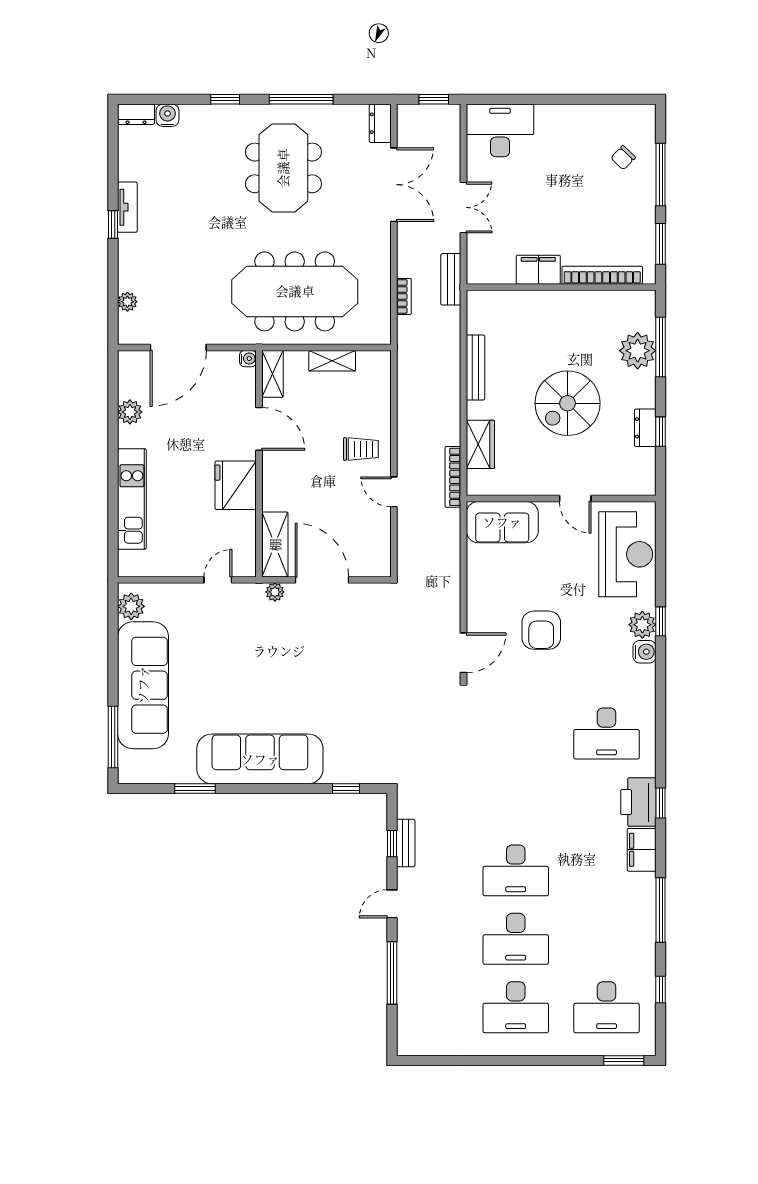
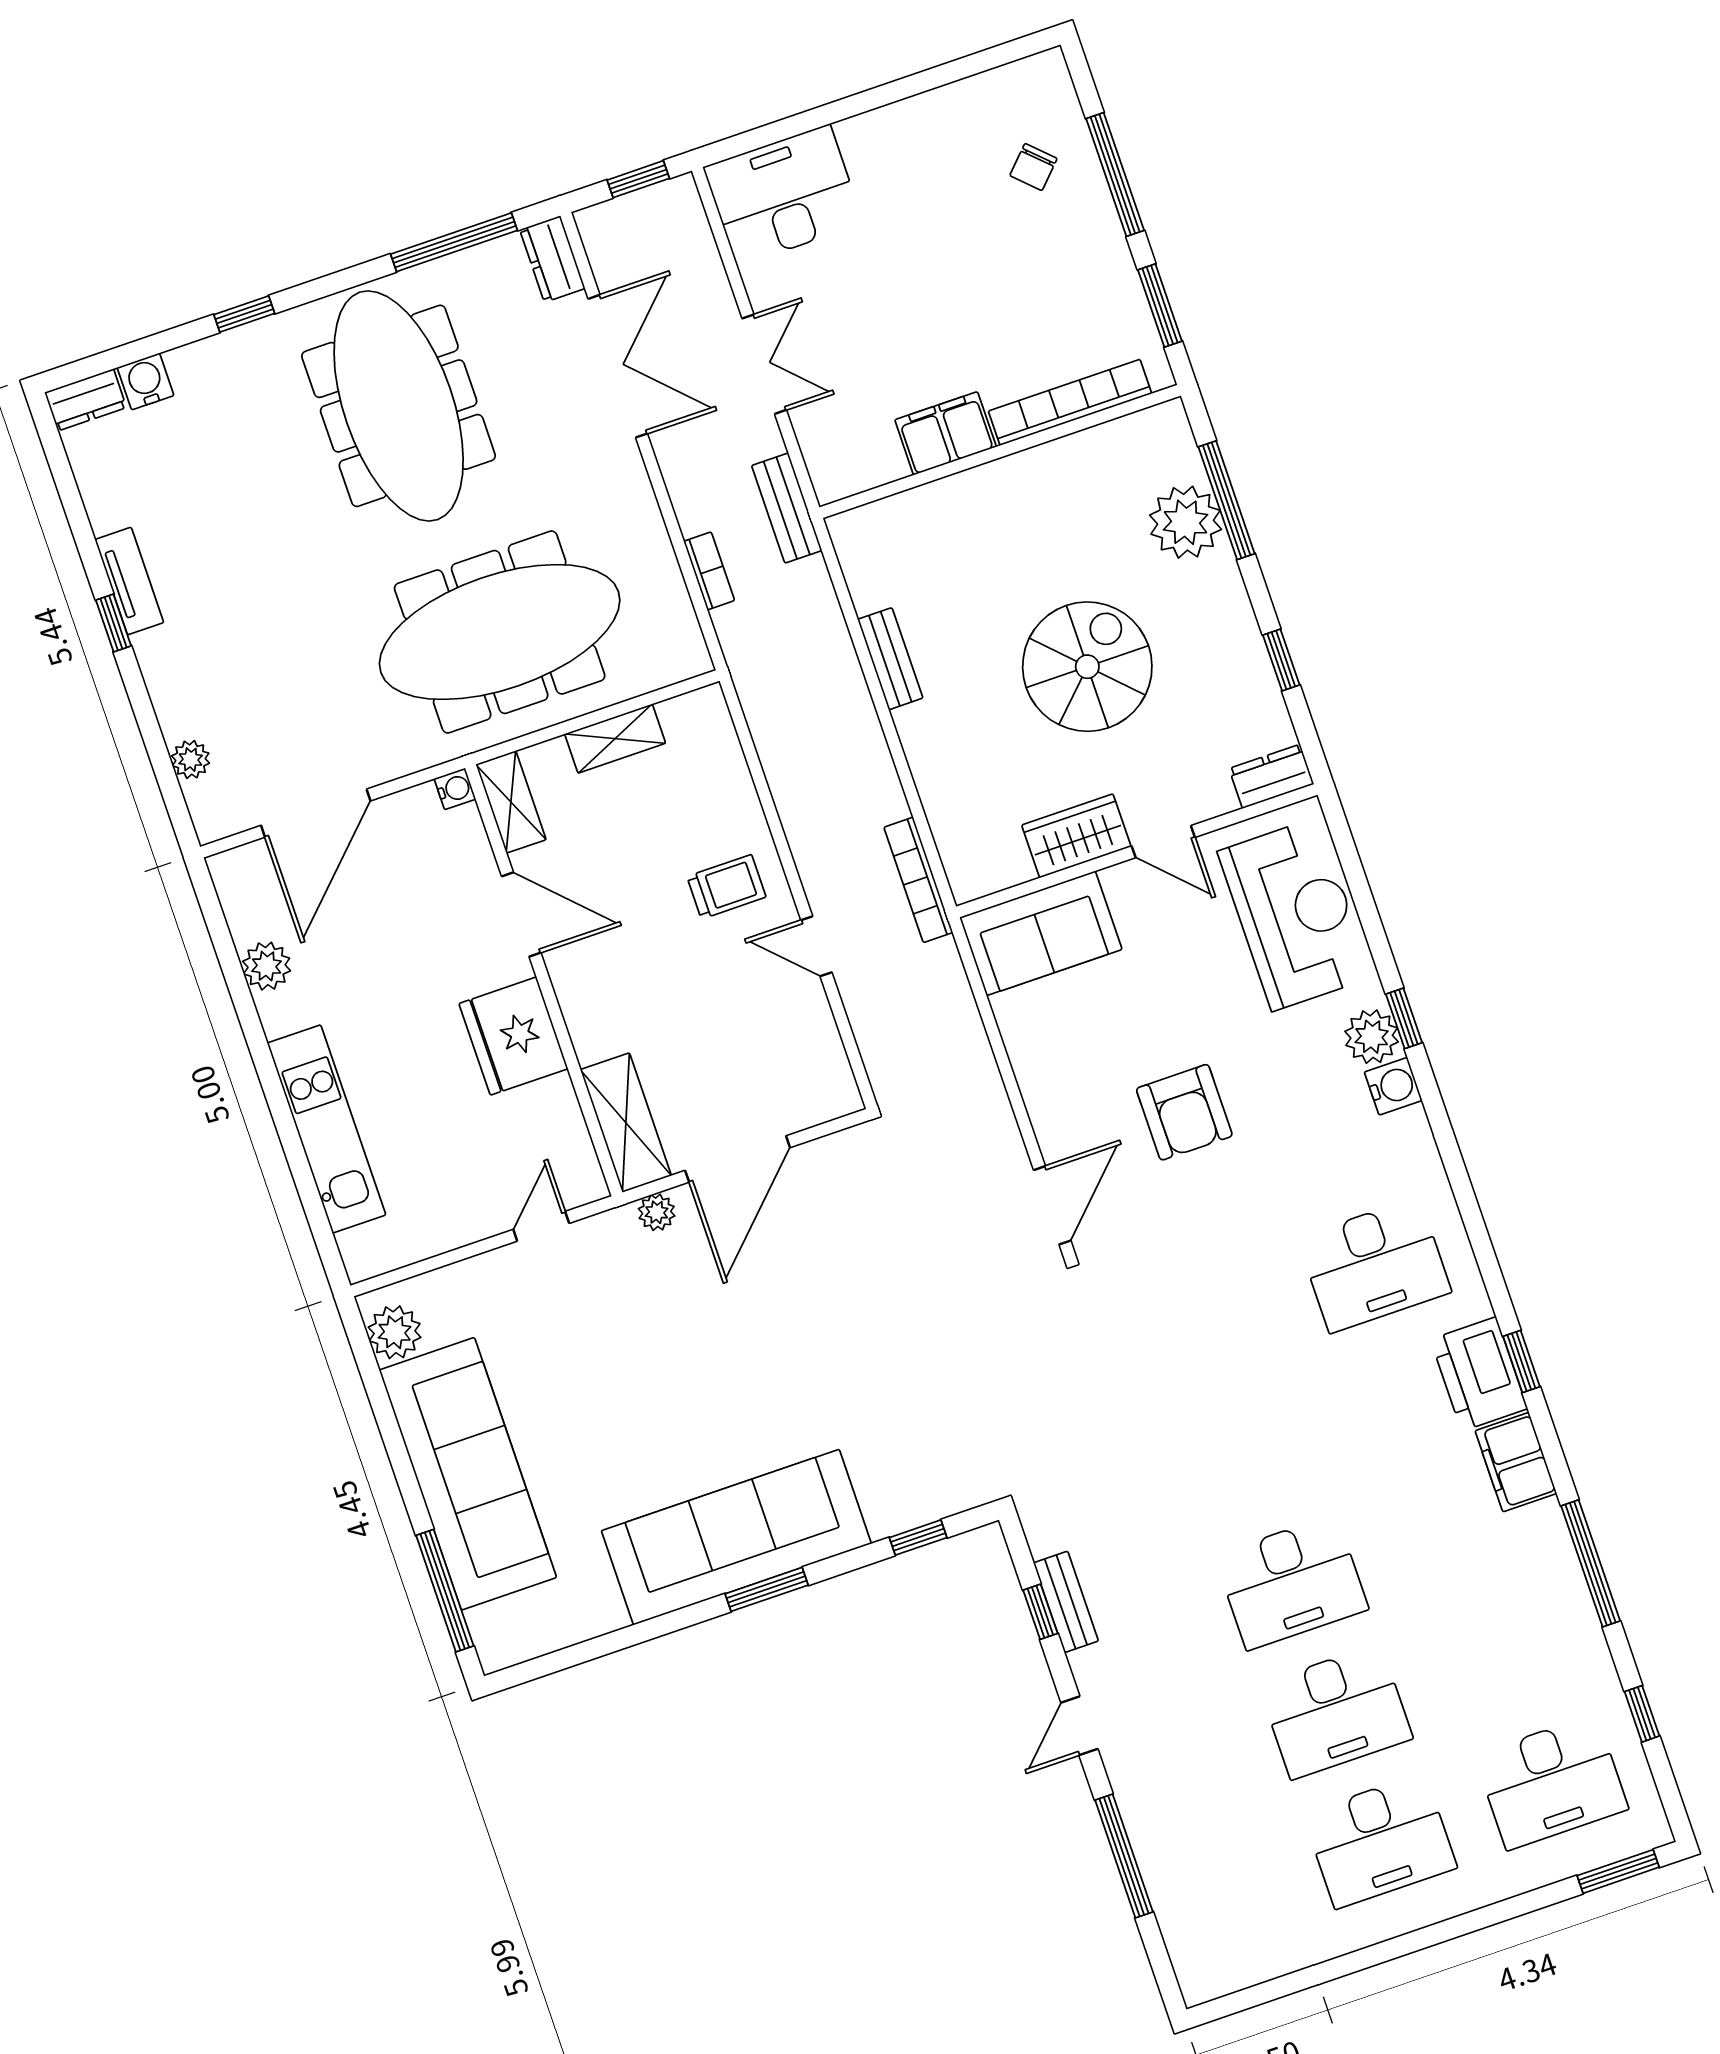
window: (301, 99) -> (454, 242), moved
meeting table: (283, 168) -> (399, 406), width x1.36
bench: (475, 368) -> (890, 659), width x0.73
spiral stairs: (568, 403) -> (1087, 667), turned 180
dresser: (645, 428) -> (1271, 776), moved, turned 90
wardrobe: (480, 444) -> (1076, 836), moved, turned -90
door: (322, 580) -> (738, 1159), swing flipped
window: (195, 789) -> (767, 1589), moved

